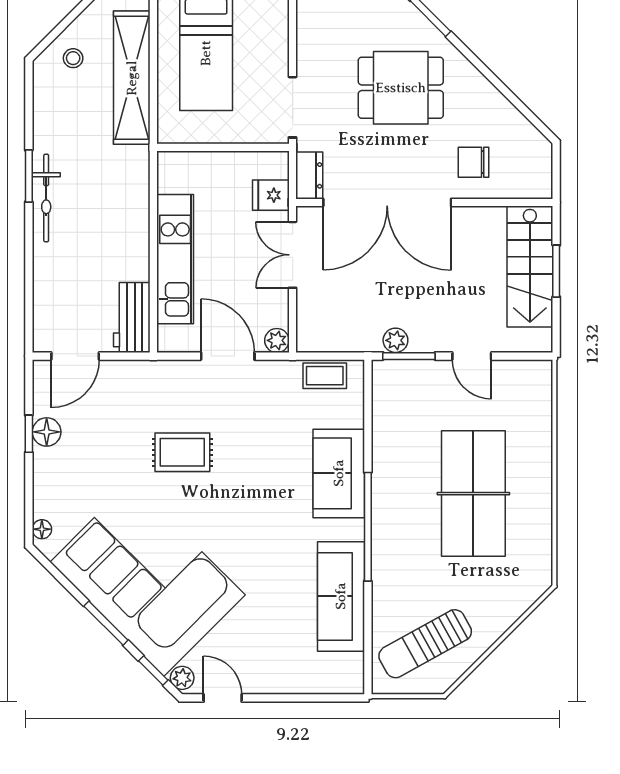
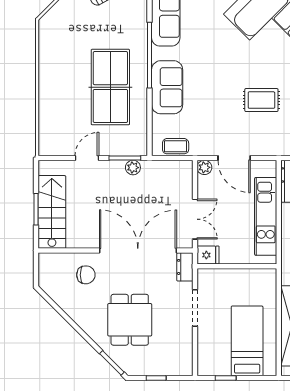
dining table: (401, 88) -> (130, 320), turned 90
wall: (223, 147) -> (237, 266), moved
door: (472, 356) -> (87, 158), hinge flipped
table tennis table: (473, 494) -> (110, 87), moved

